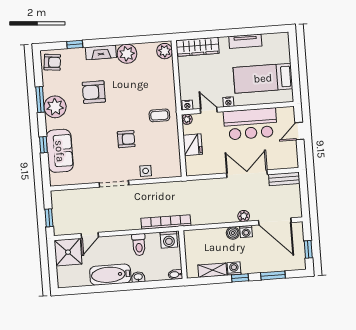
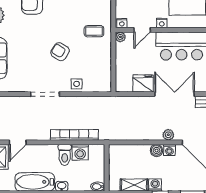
door: (209, 110) -> (142, 30), swing flipped
armchair: (126, 139) -> (60, 52), turned -148
fridge: (193, 145) -> (143, 83), moved, turned -90
bookcase: (166, 222) -> (74, 135), moved
washing machine: (169, 240) -> (80, 152), moved

